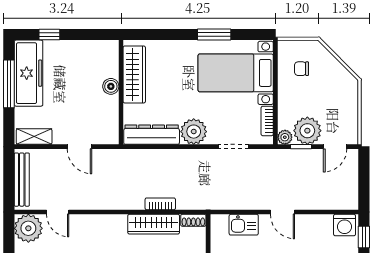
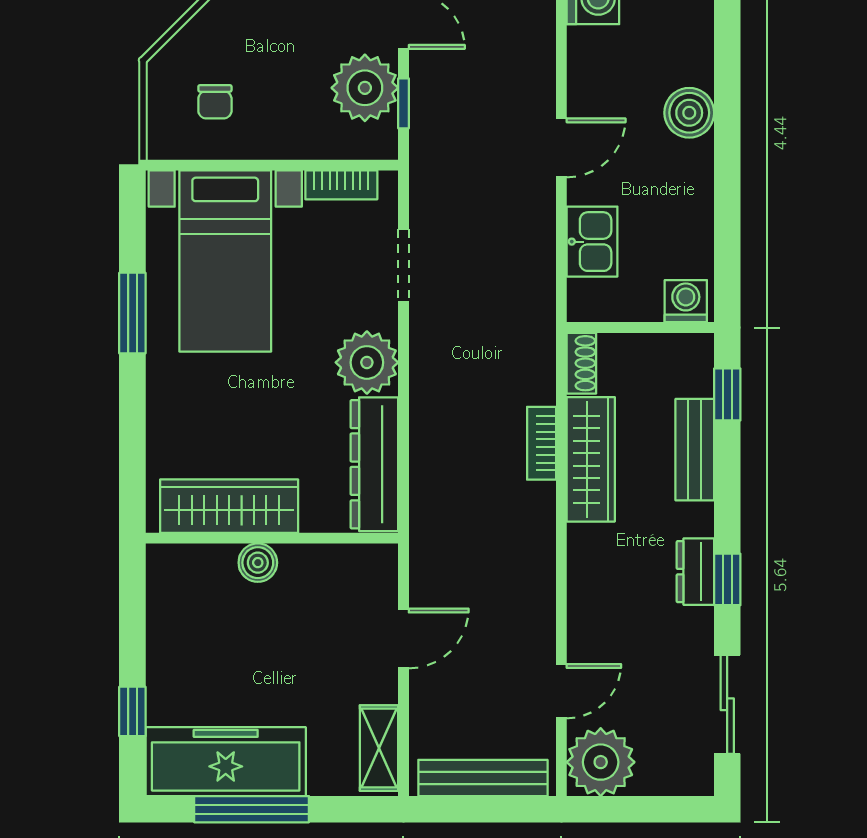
plant: (285, 137) -> (381, 142), removed

